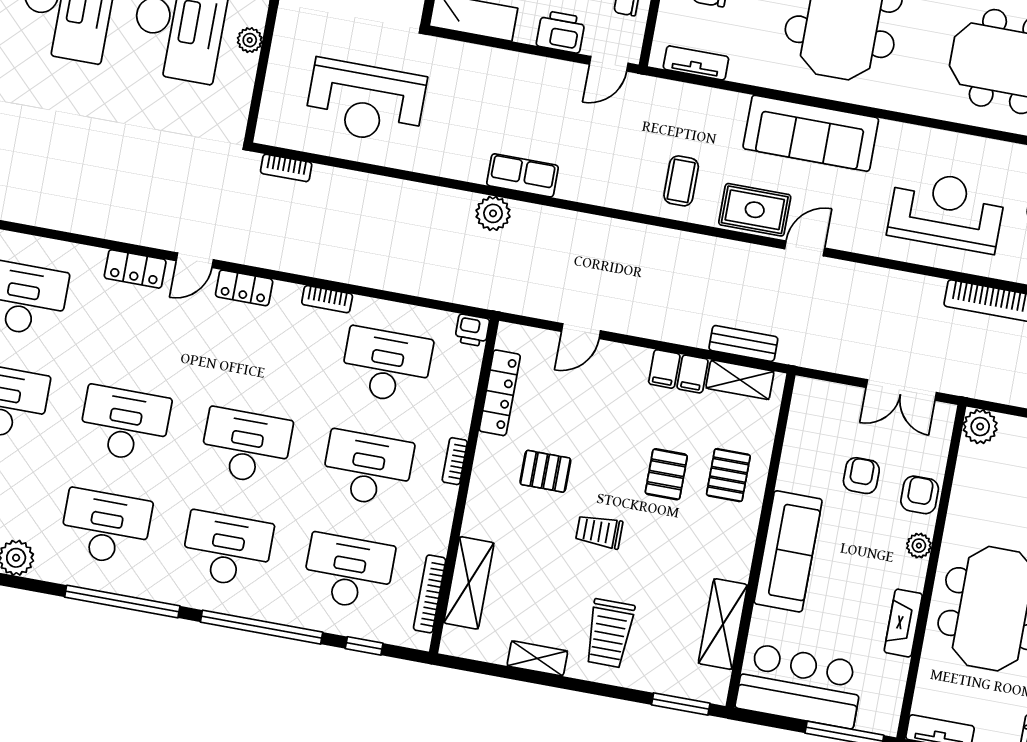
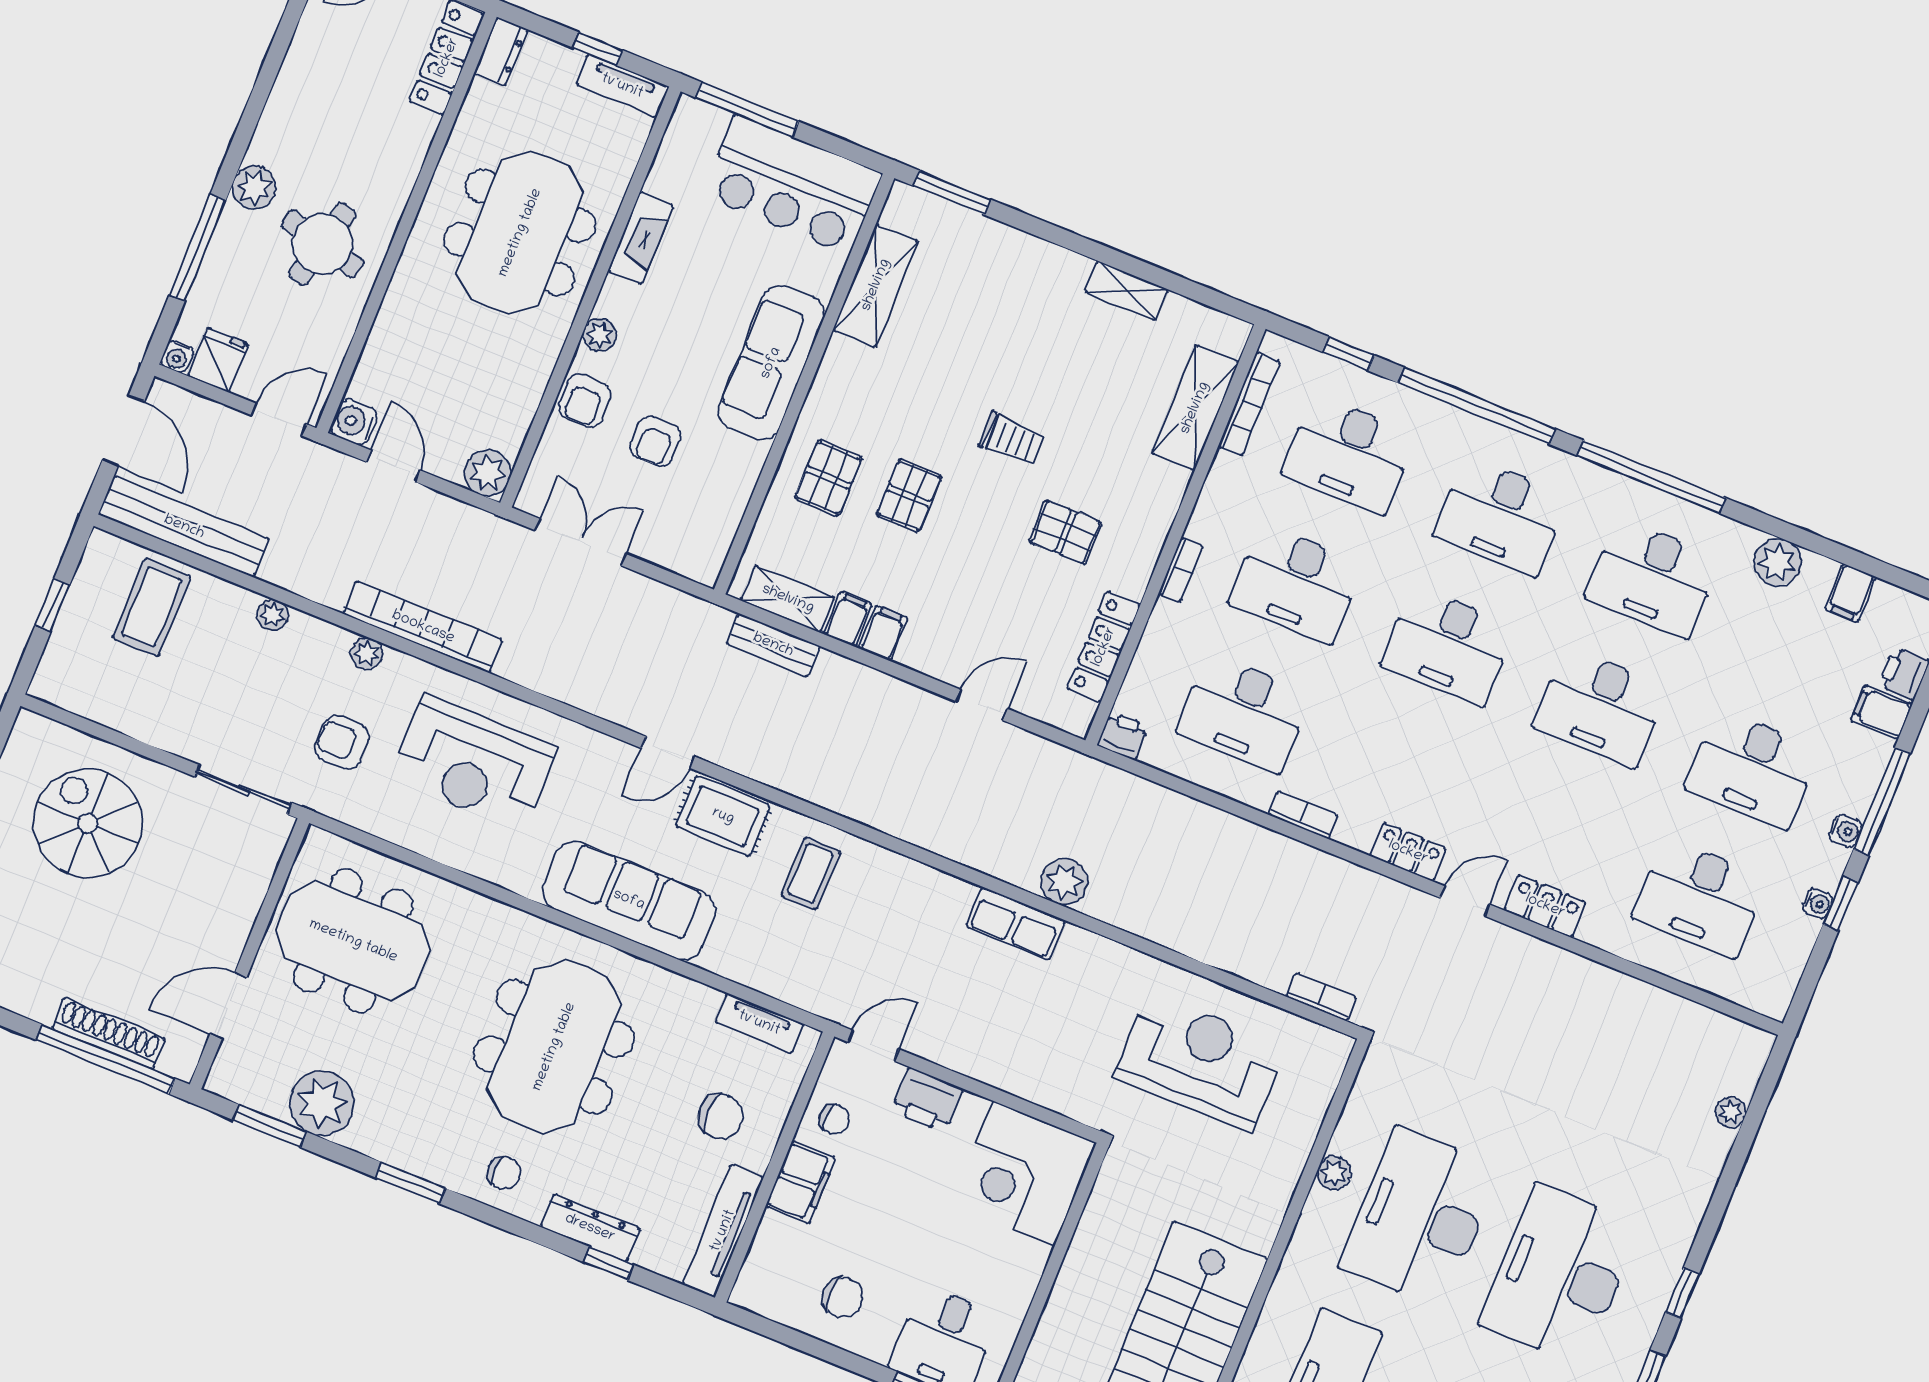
trolley: (609, 633) -> (1026, 304), removed

